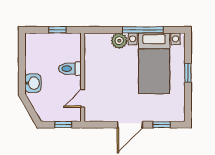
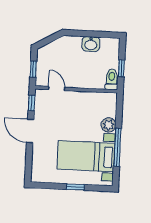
toilet: (70, 69) -> (112, 79), moved
washbasin: (33, 83) -> (91, 44), moved
window: (162, 125) -> (32, 103), moved

